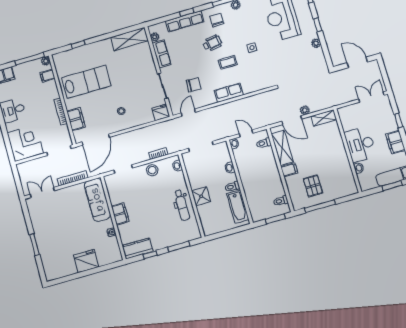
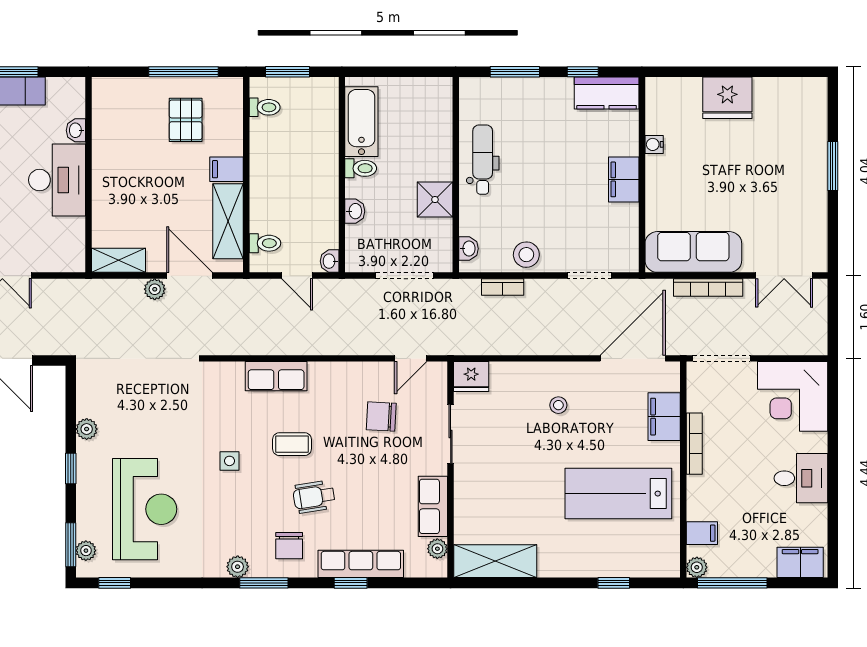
row of seats: (229, 93) -> (276, 376), moved
shower: (201, 196) -> (435, 200), moved
sofa: (97, 200) -> (693, 252), moved, turned -90

